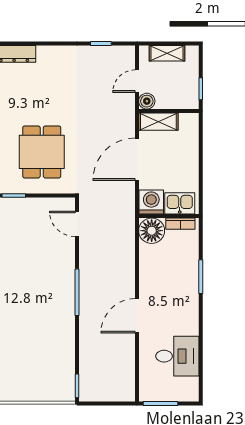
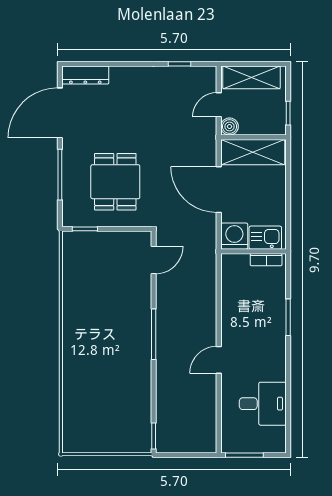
shelving: (167, 53) -> (251, 77), width x1.50, depth x1.33
shelving: (158, 122) -> (253, 152), width x1.50, depth x1.33
door: (137, 159) -> (219, 190), hinge flipped
door: (77, 224) -> (154, 260), swing flipped
floor lamp: (152, 231) -> (235, 267), removed
door: (137, 316) -> (219, 360), width x0.73

